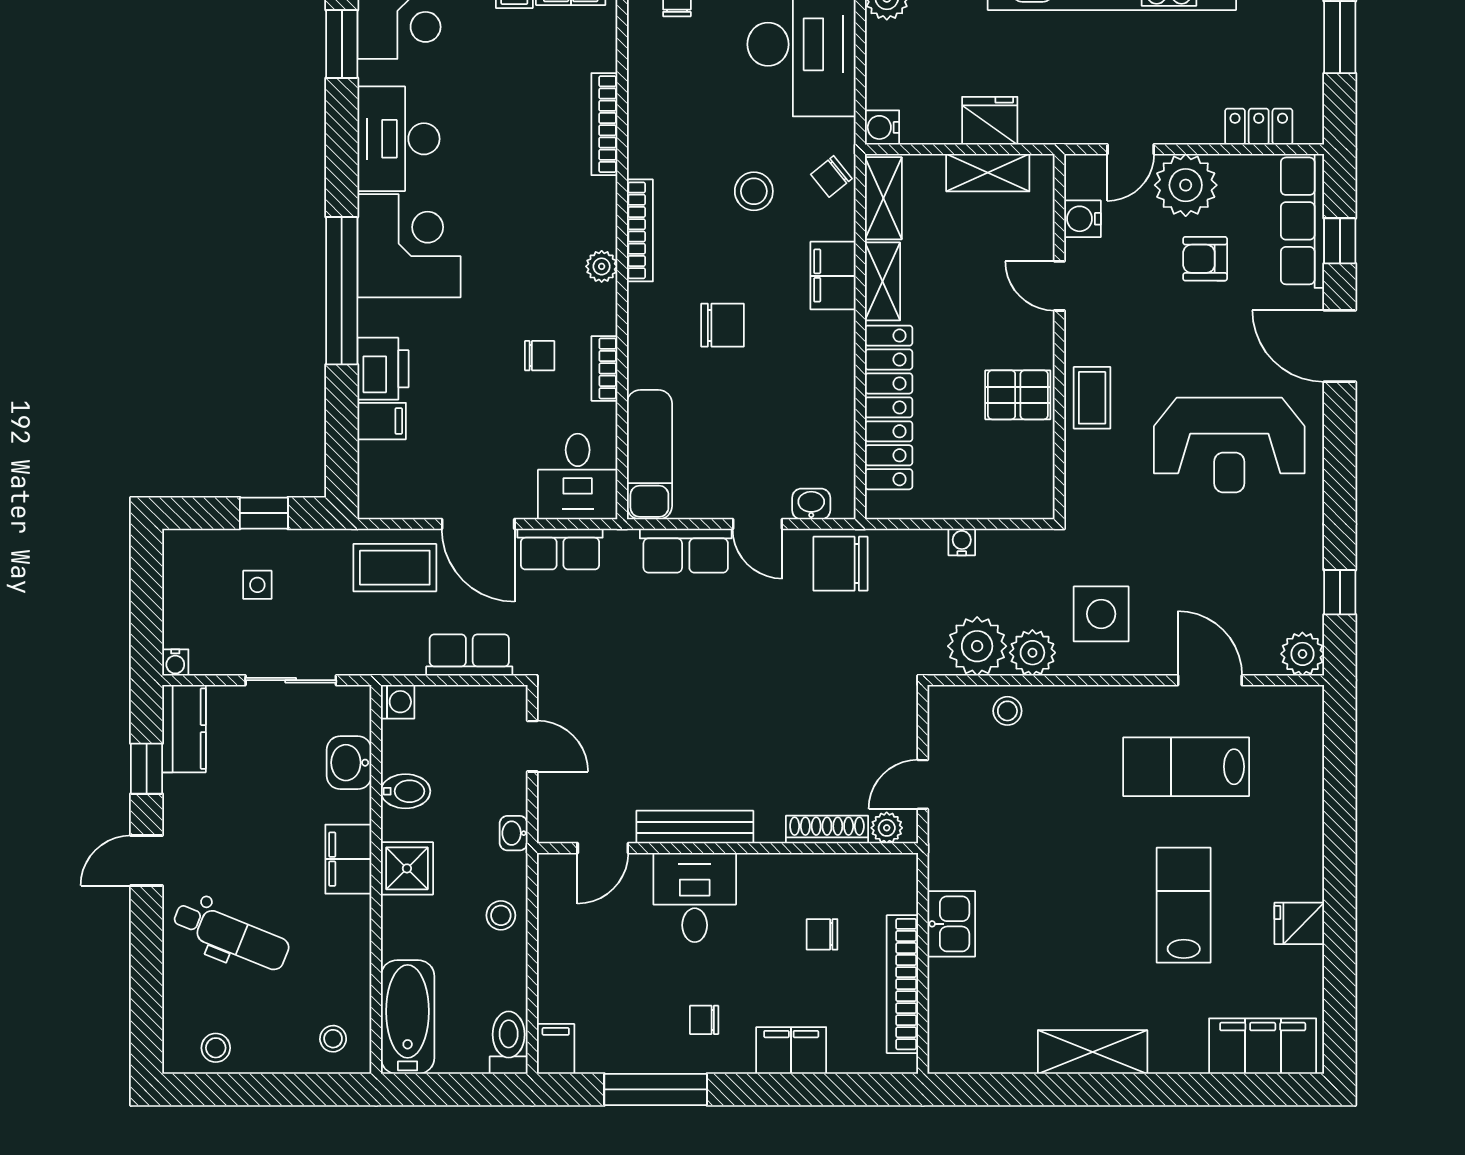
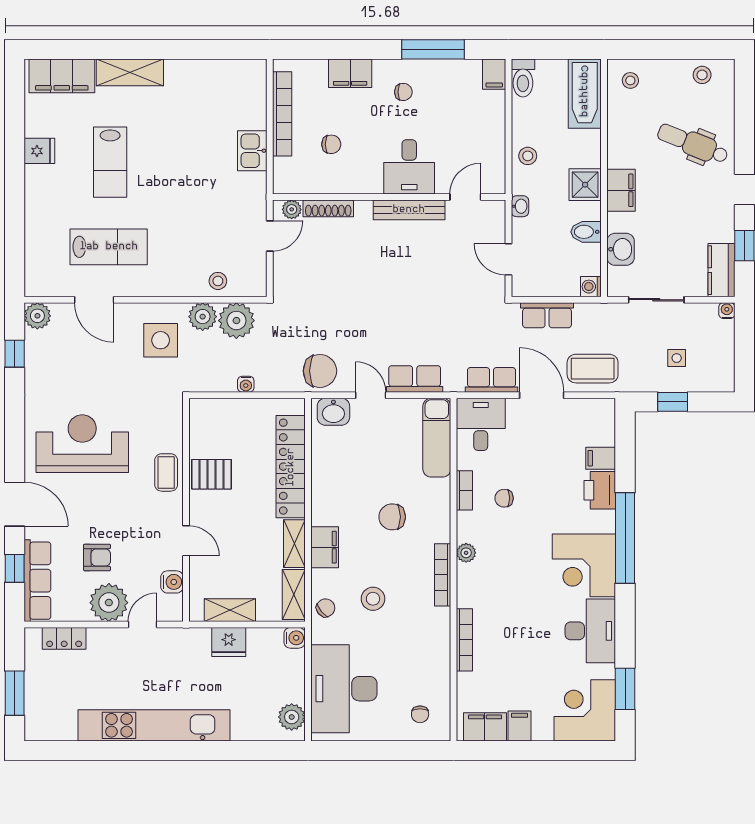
washbasin: (811, 504) -> (333, 412), width x1.38, depth x1.45
shelving: (1093, 1052) -> (130, 72), moved

